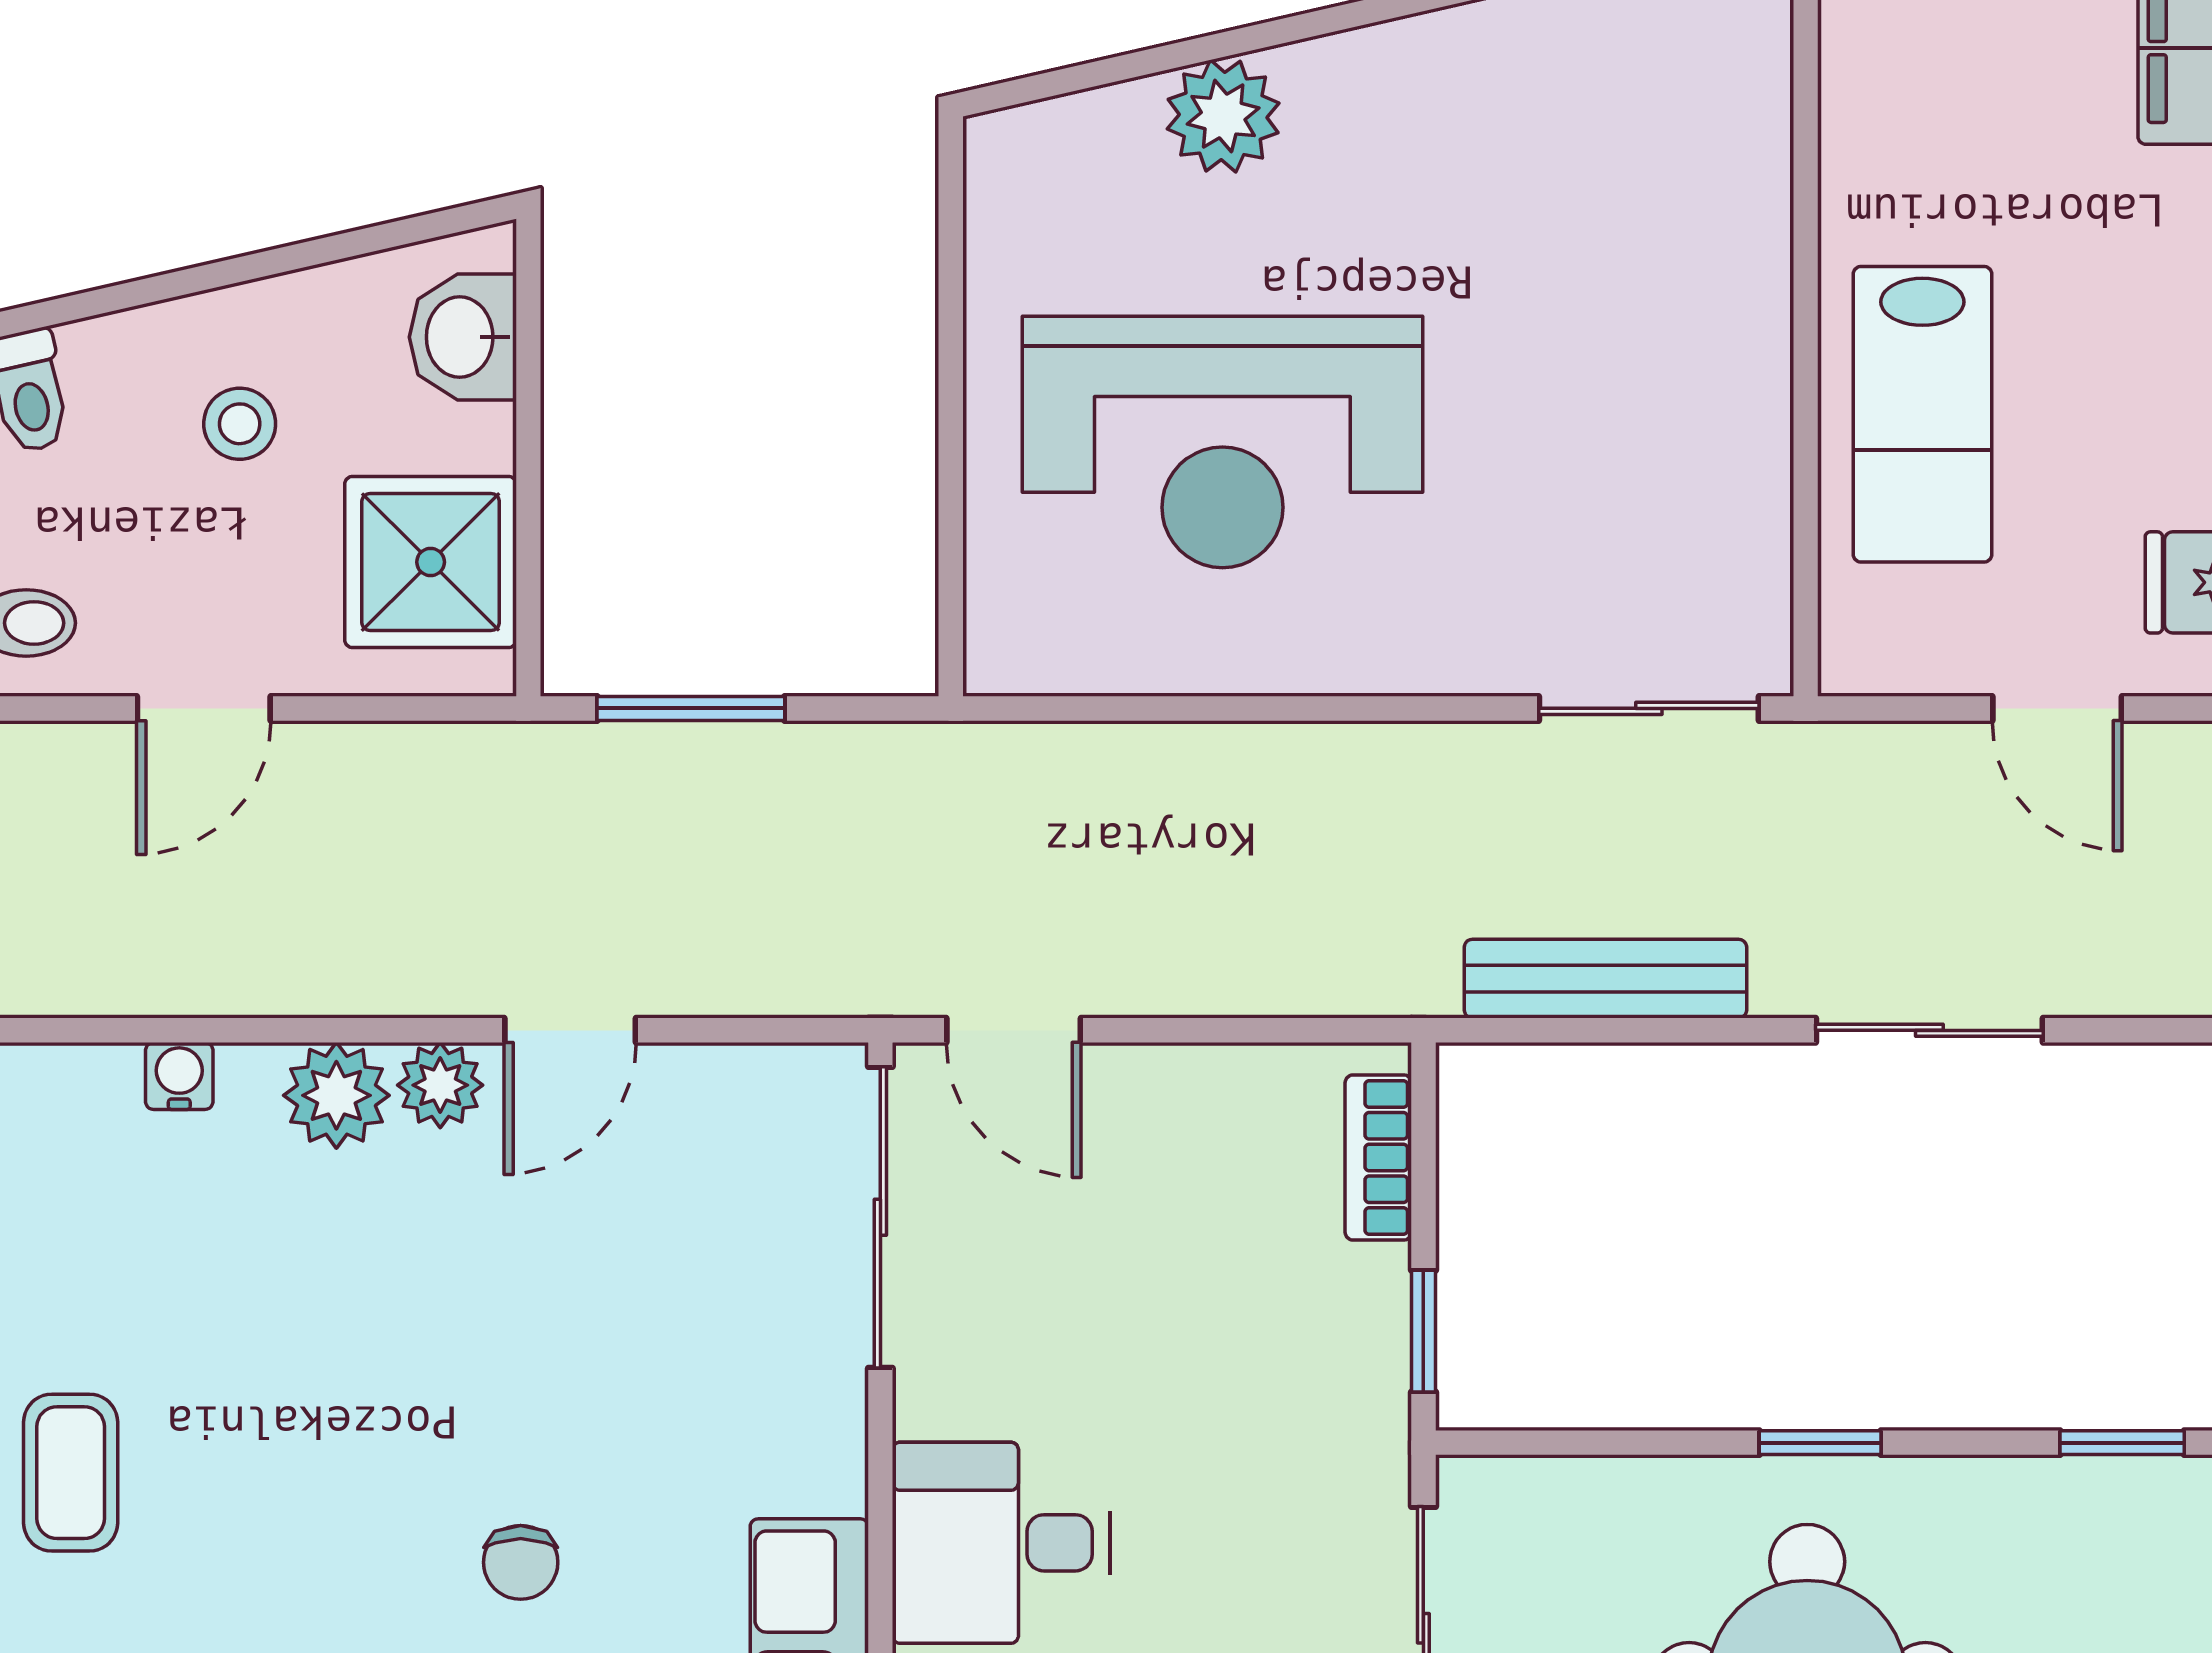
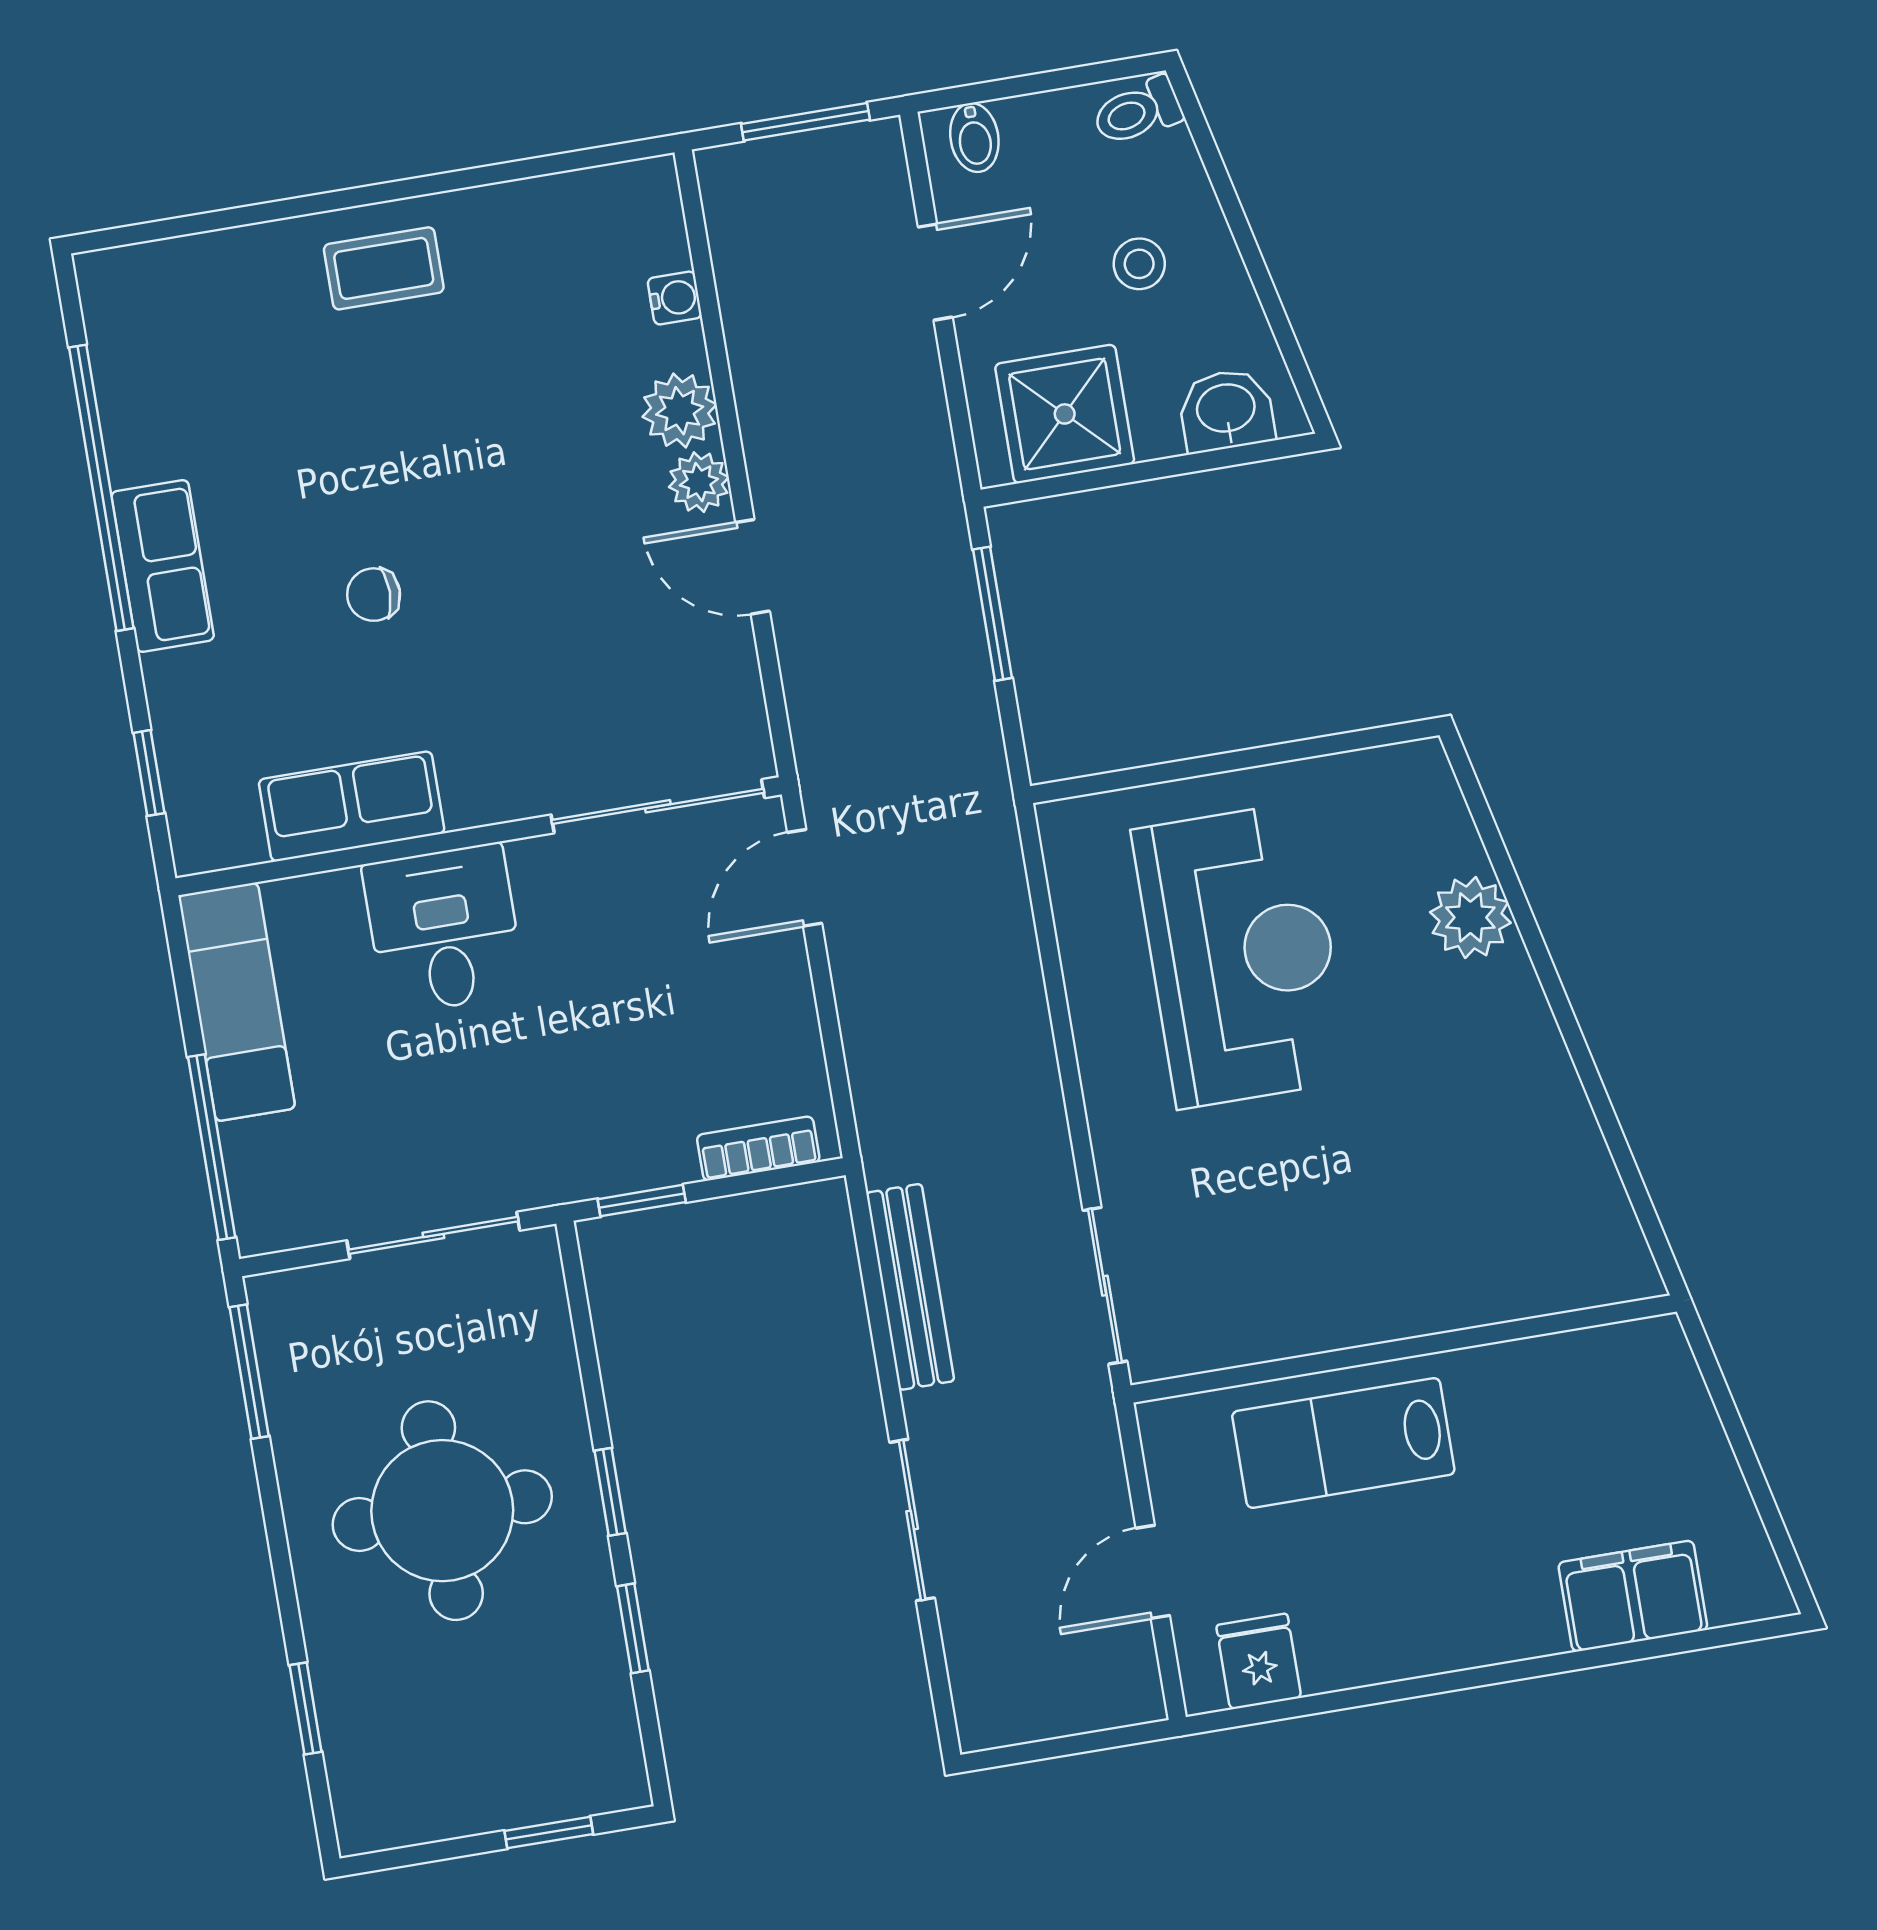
reception desk: (1222, 442) -> (1242, 955), turned 180
door: (204, 708) -> (935, 272), swing flipped
window: (2122, 1443) -> (633, 1628), moved

